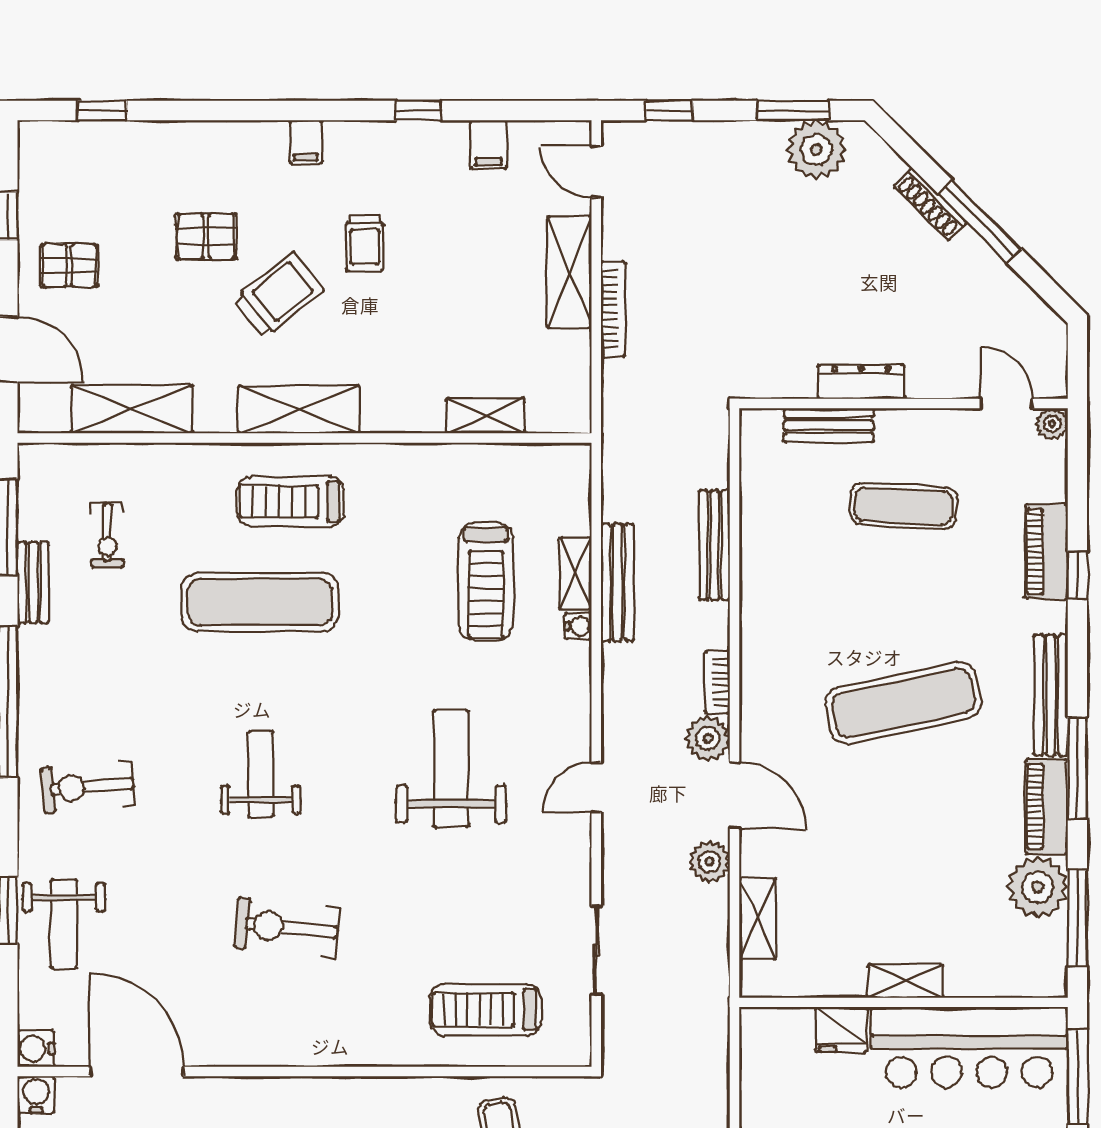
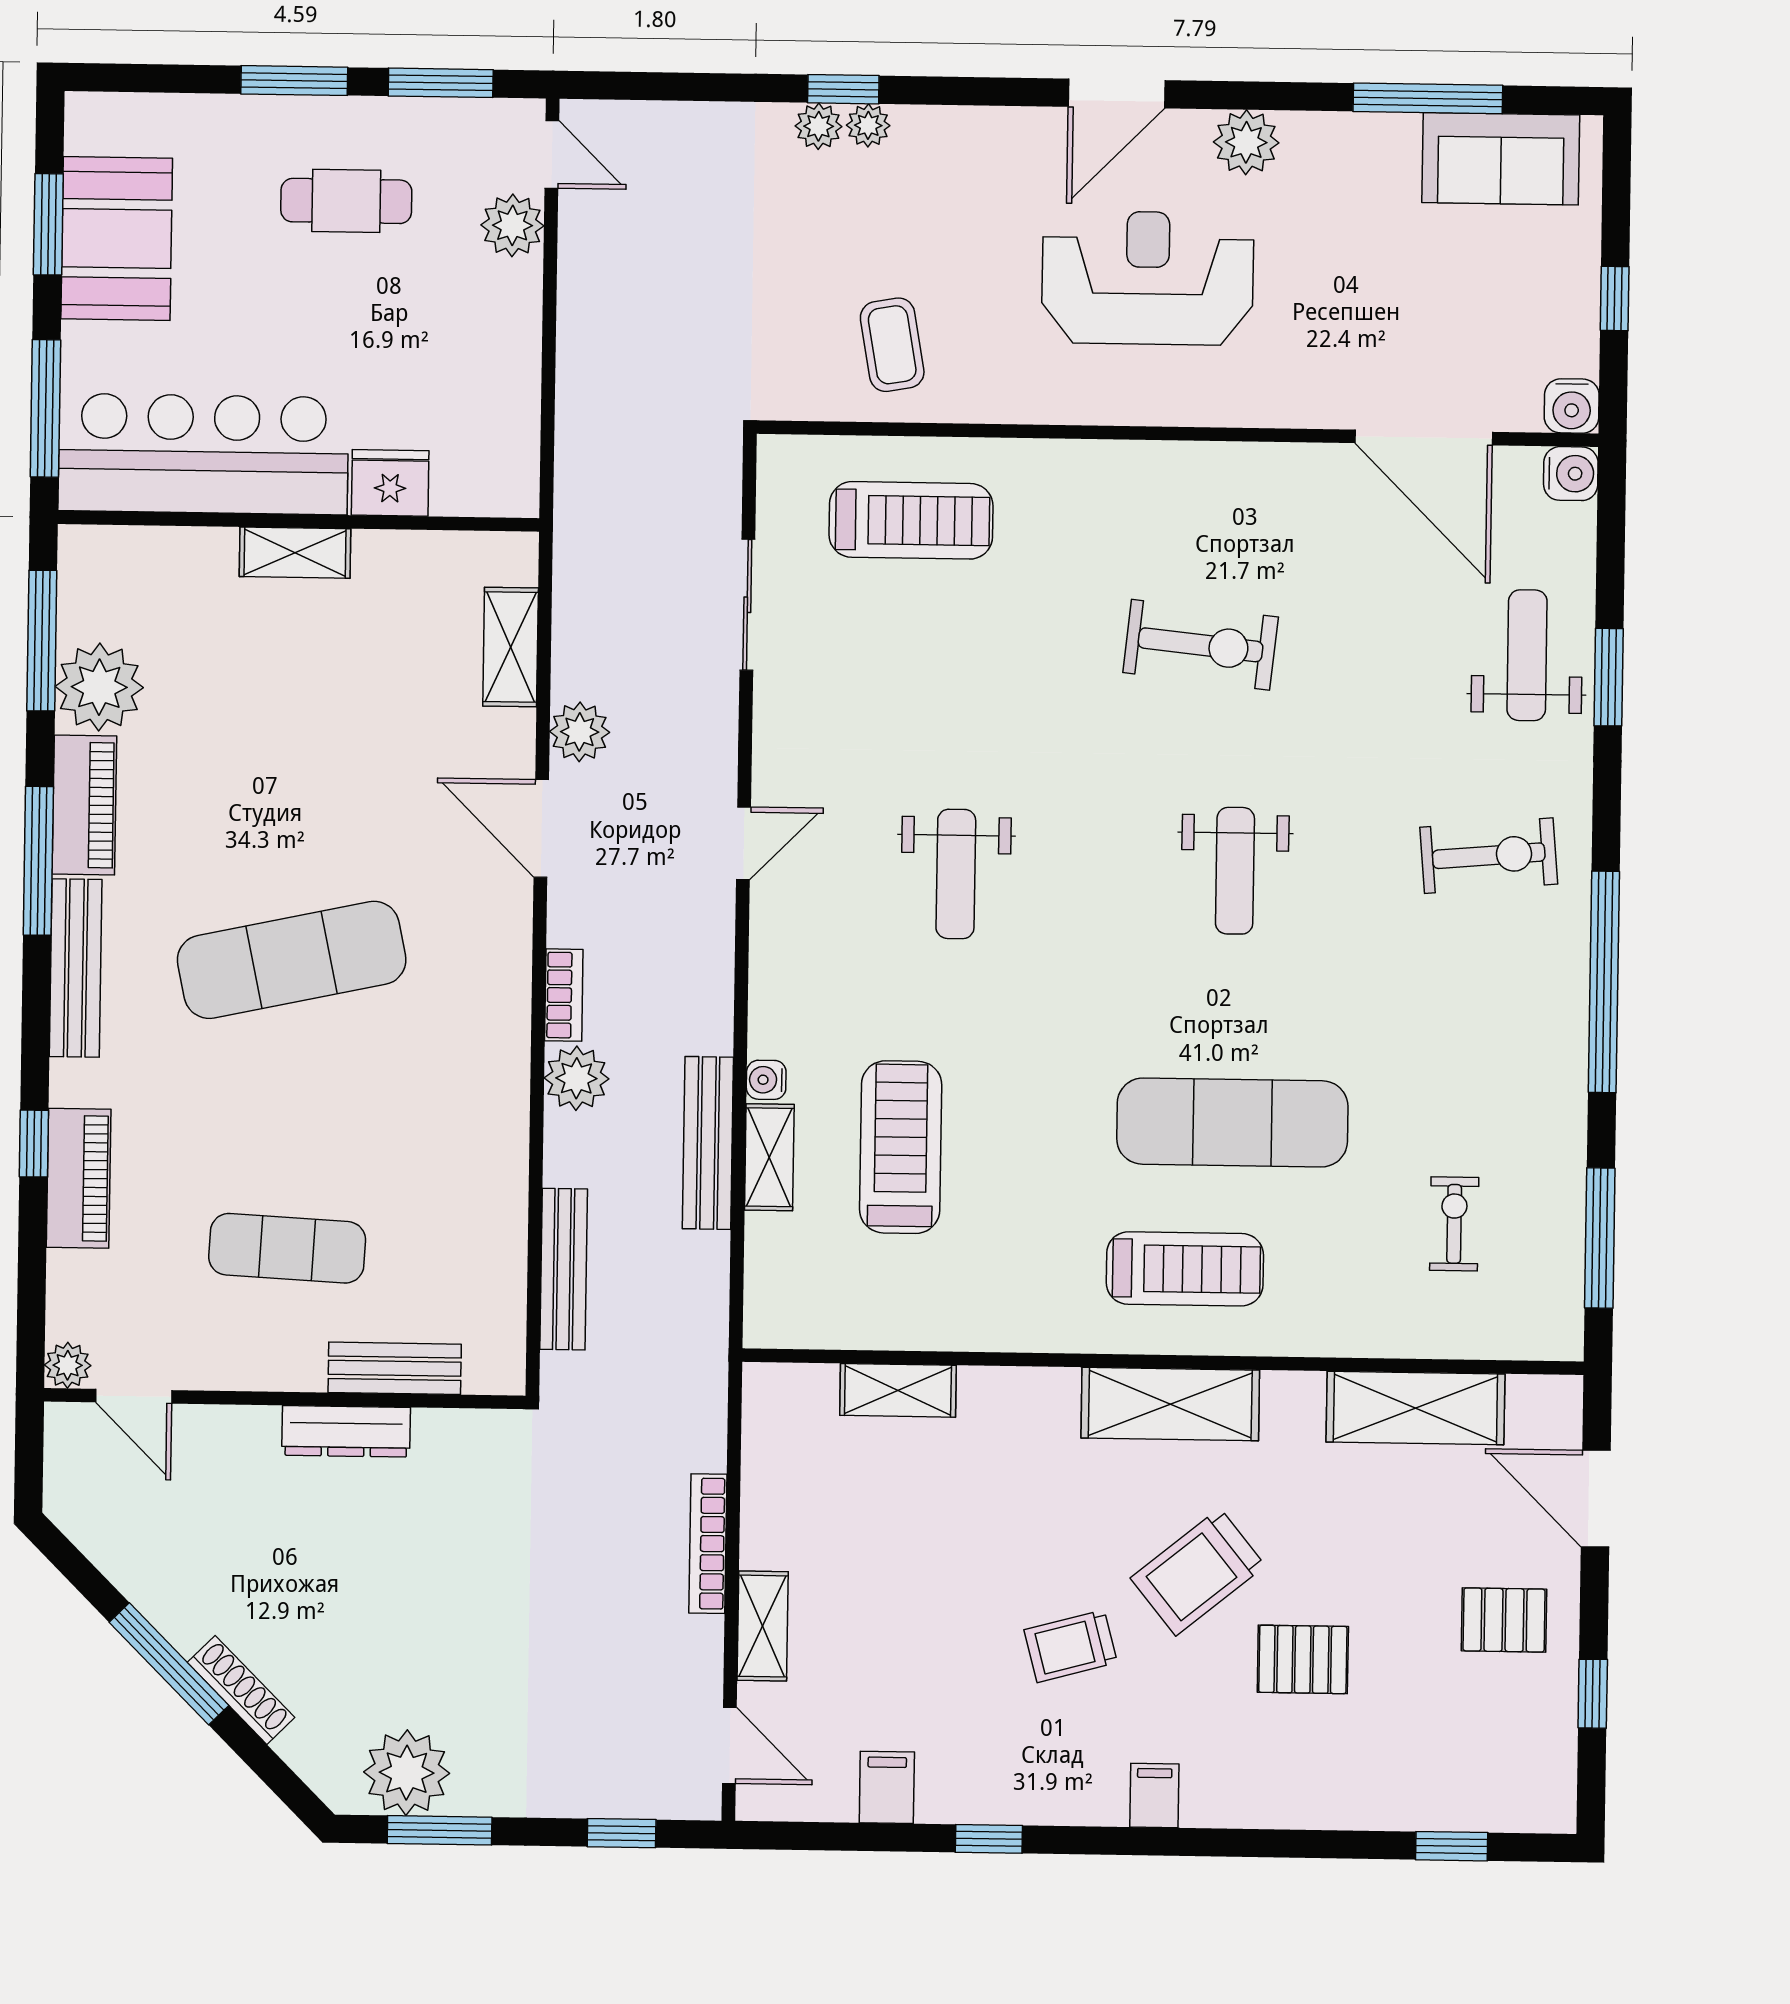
trolley: (365, 243) -> (1071, 1646), turned -105
shelving: (569, 272) -> (763, 1626), width x0.67, depth x0.75
bench: (715, 545) -> (564, 1269), moved
bench: (33, 582) -> (1564, 1156), removed
plant: (708, 738) -> (576, 1078), moved
weight bench: (451, 769) -> (956, 874), width x0.73, depth x0.75

